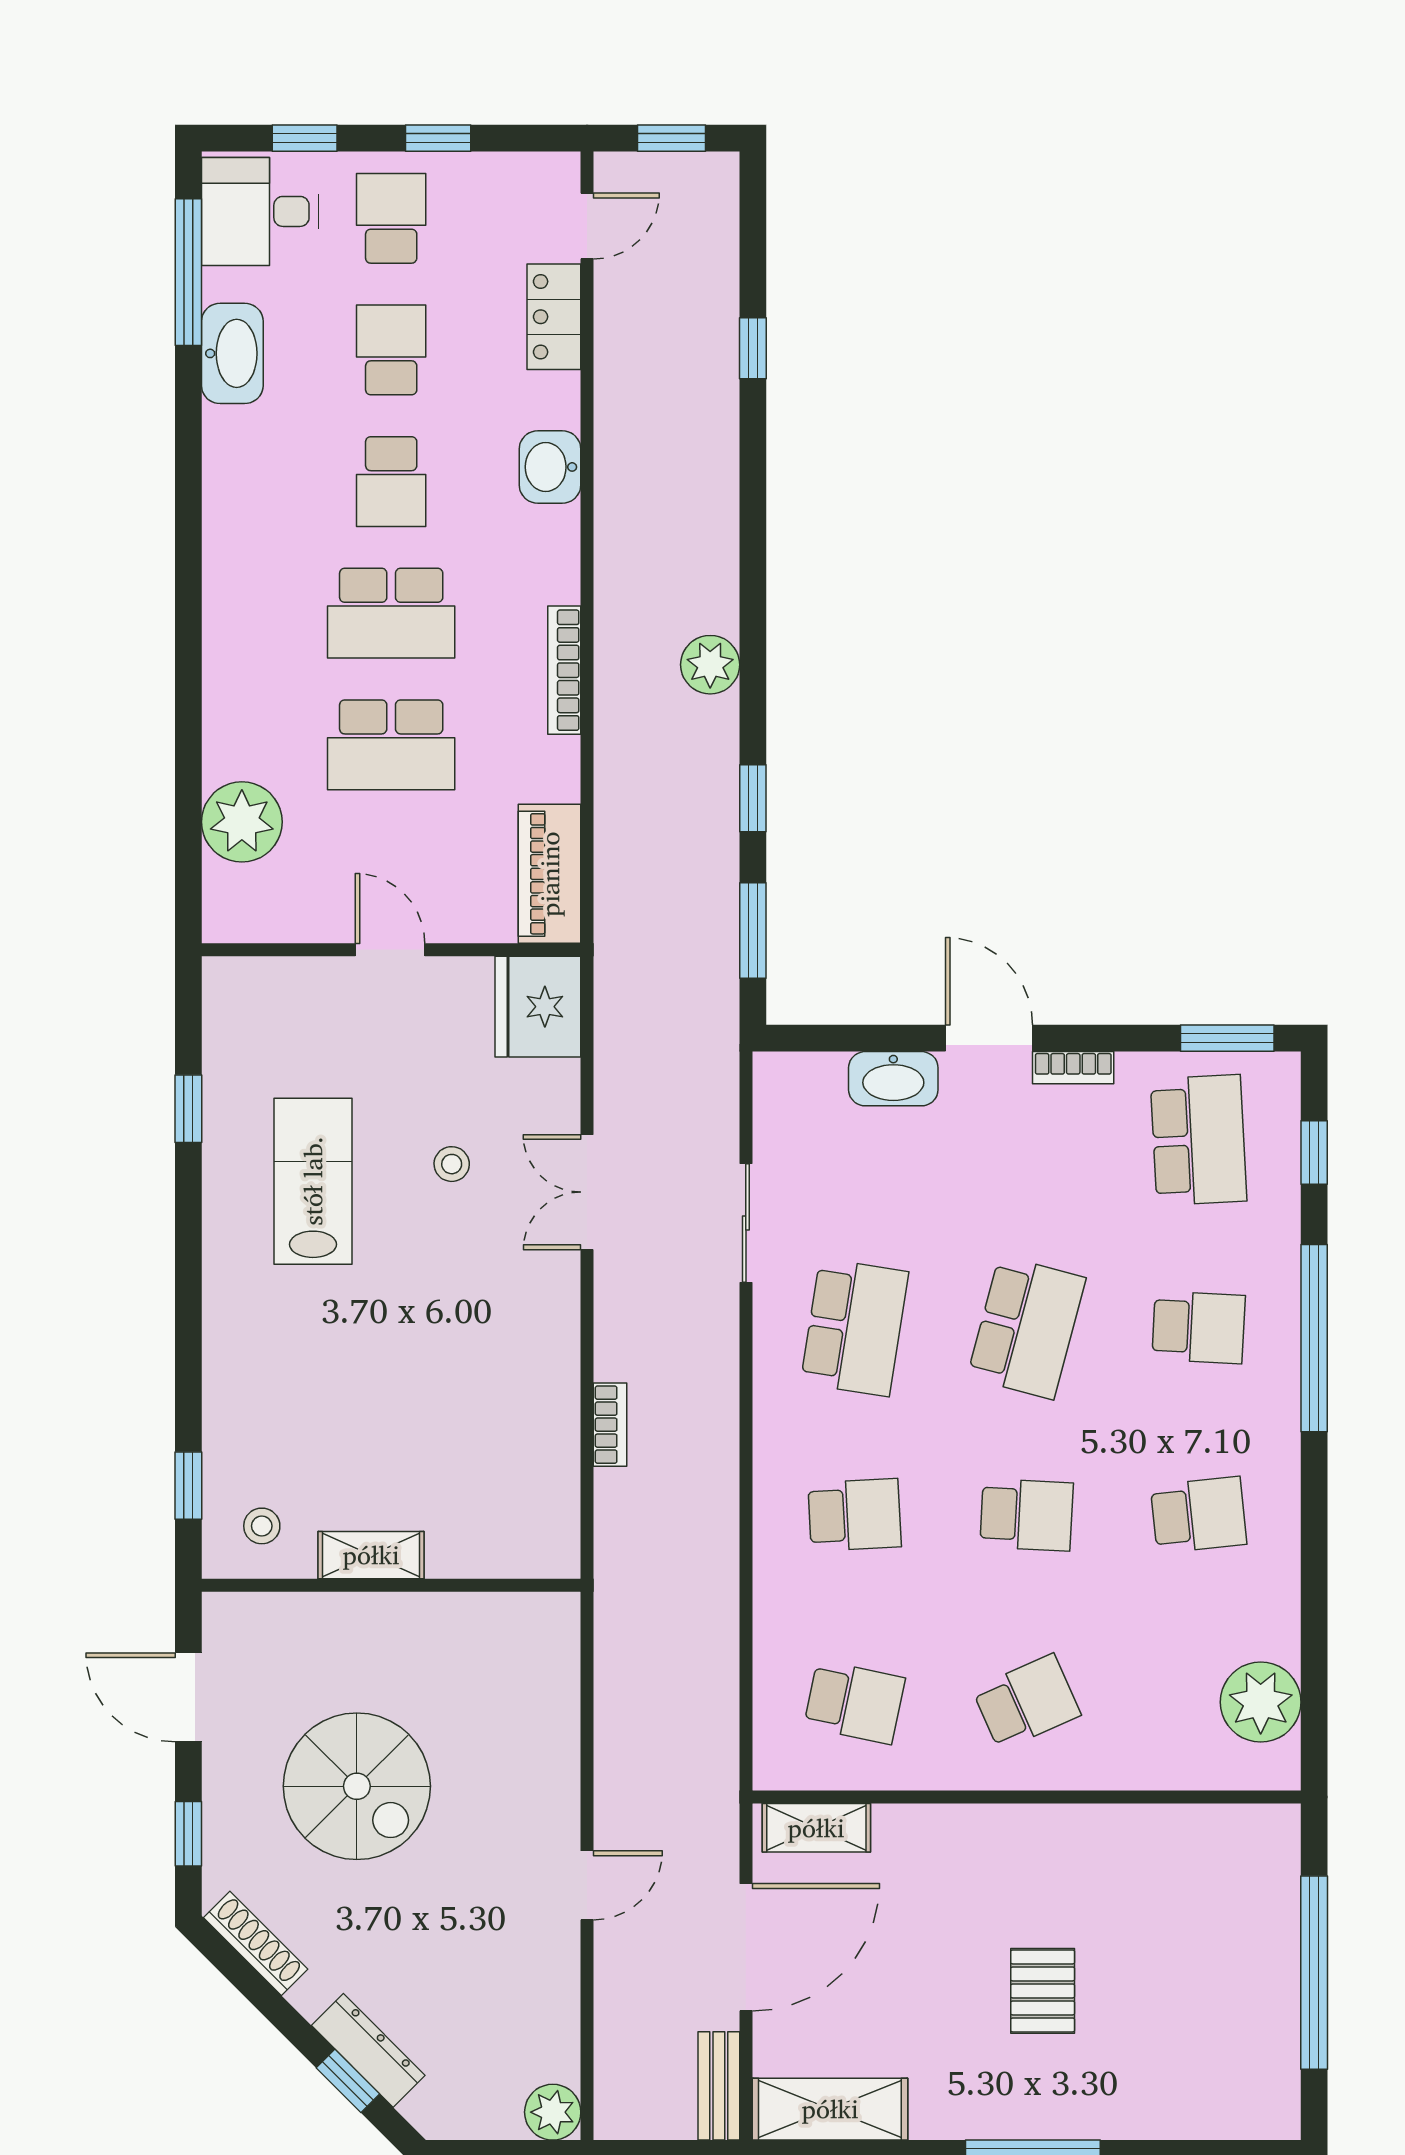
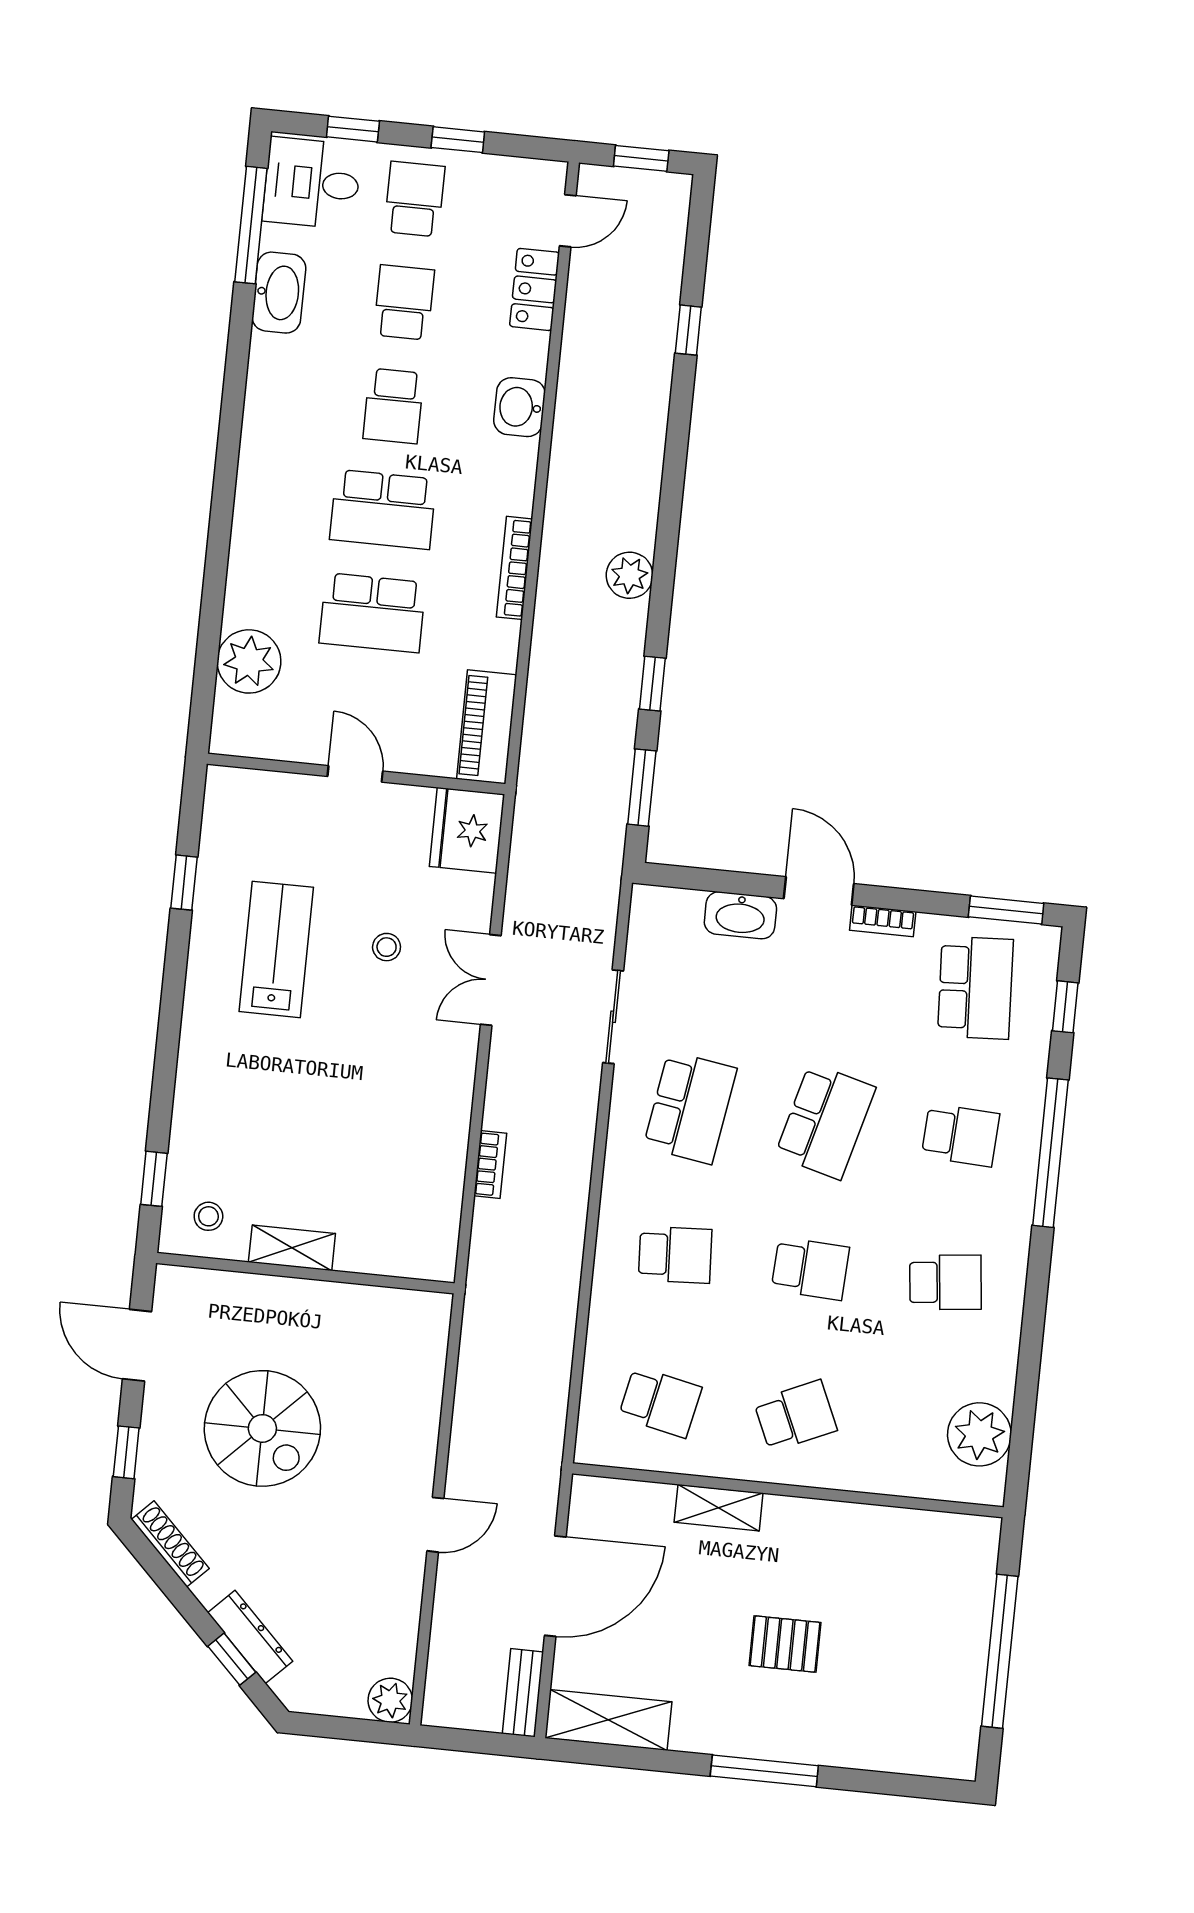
shelving: (816, 1828) -> (719, 1508), moved
pallet: (1043, 1991) -> (785, 1644), turned 90

